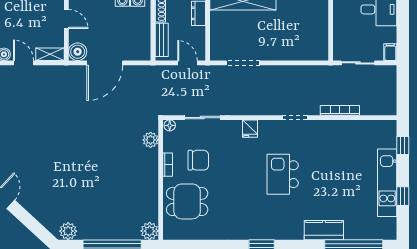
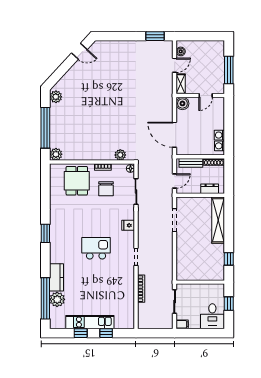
door: (105, 63) -> (175, 135), moved
window: (403, 145) -> (106, 333), moved
plant: (355, 229) -> (57, 299), added

